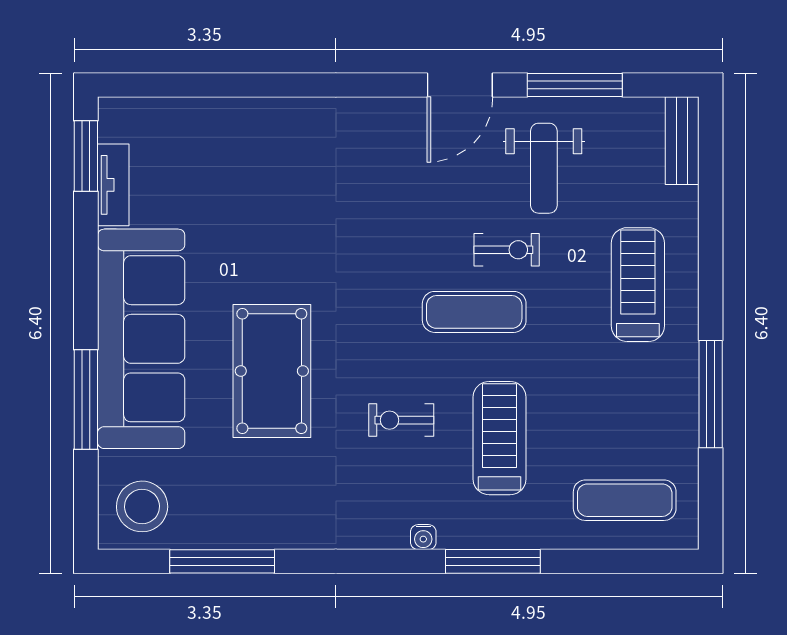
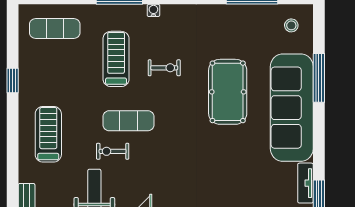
treadmill: (638, 285) -> (48, 134), turned 180
window: (711, 394) -> (13, 80), width x0.46
treadmill: (500, 438) -> (116, 59), turned 180
stool: (142, 506) -> (291, 25), width x0.53, depth x0.53

